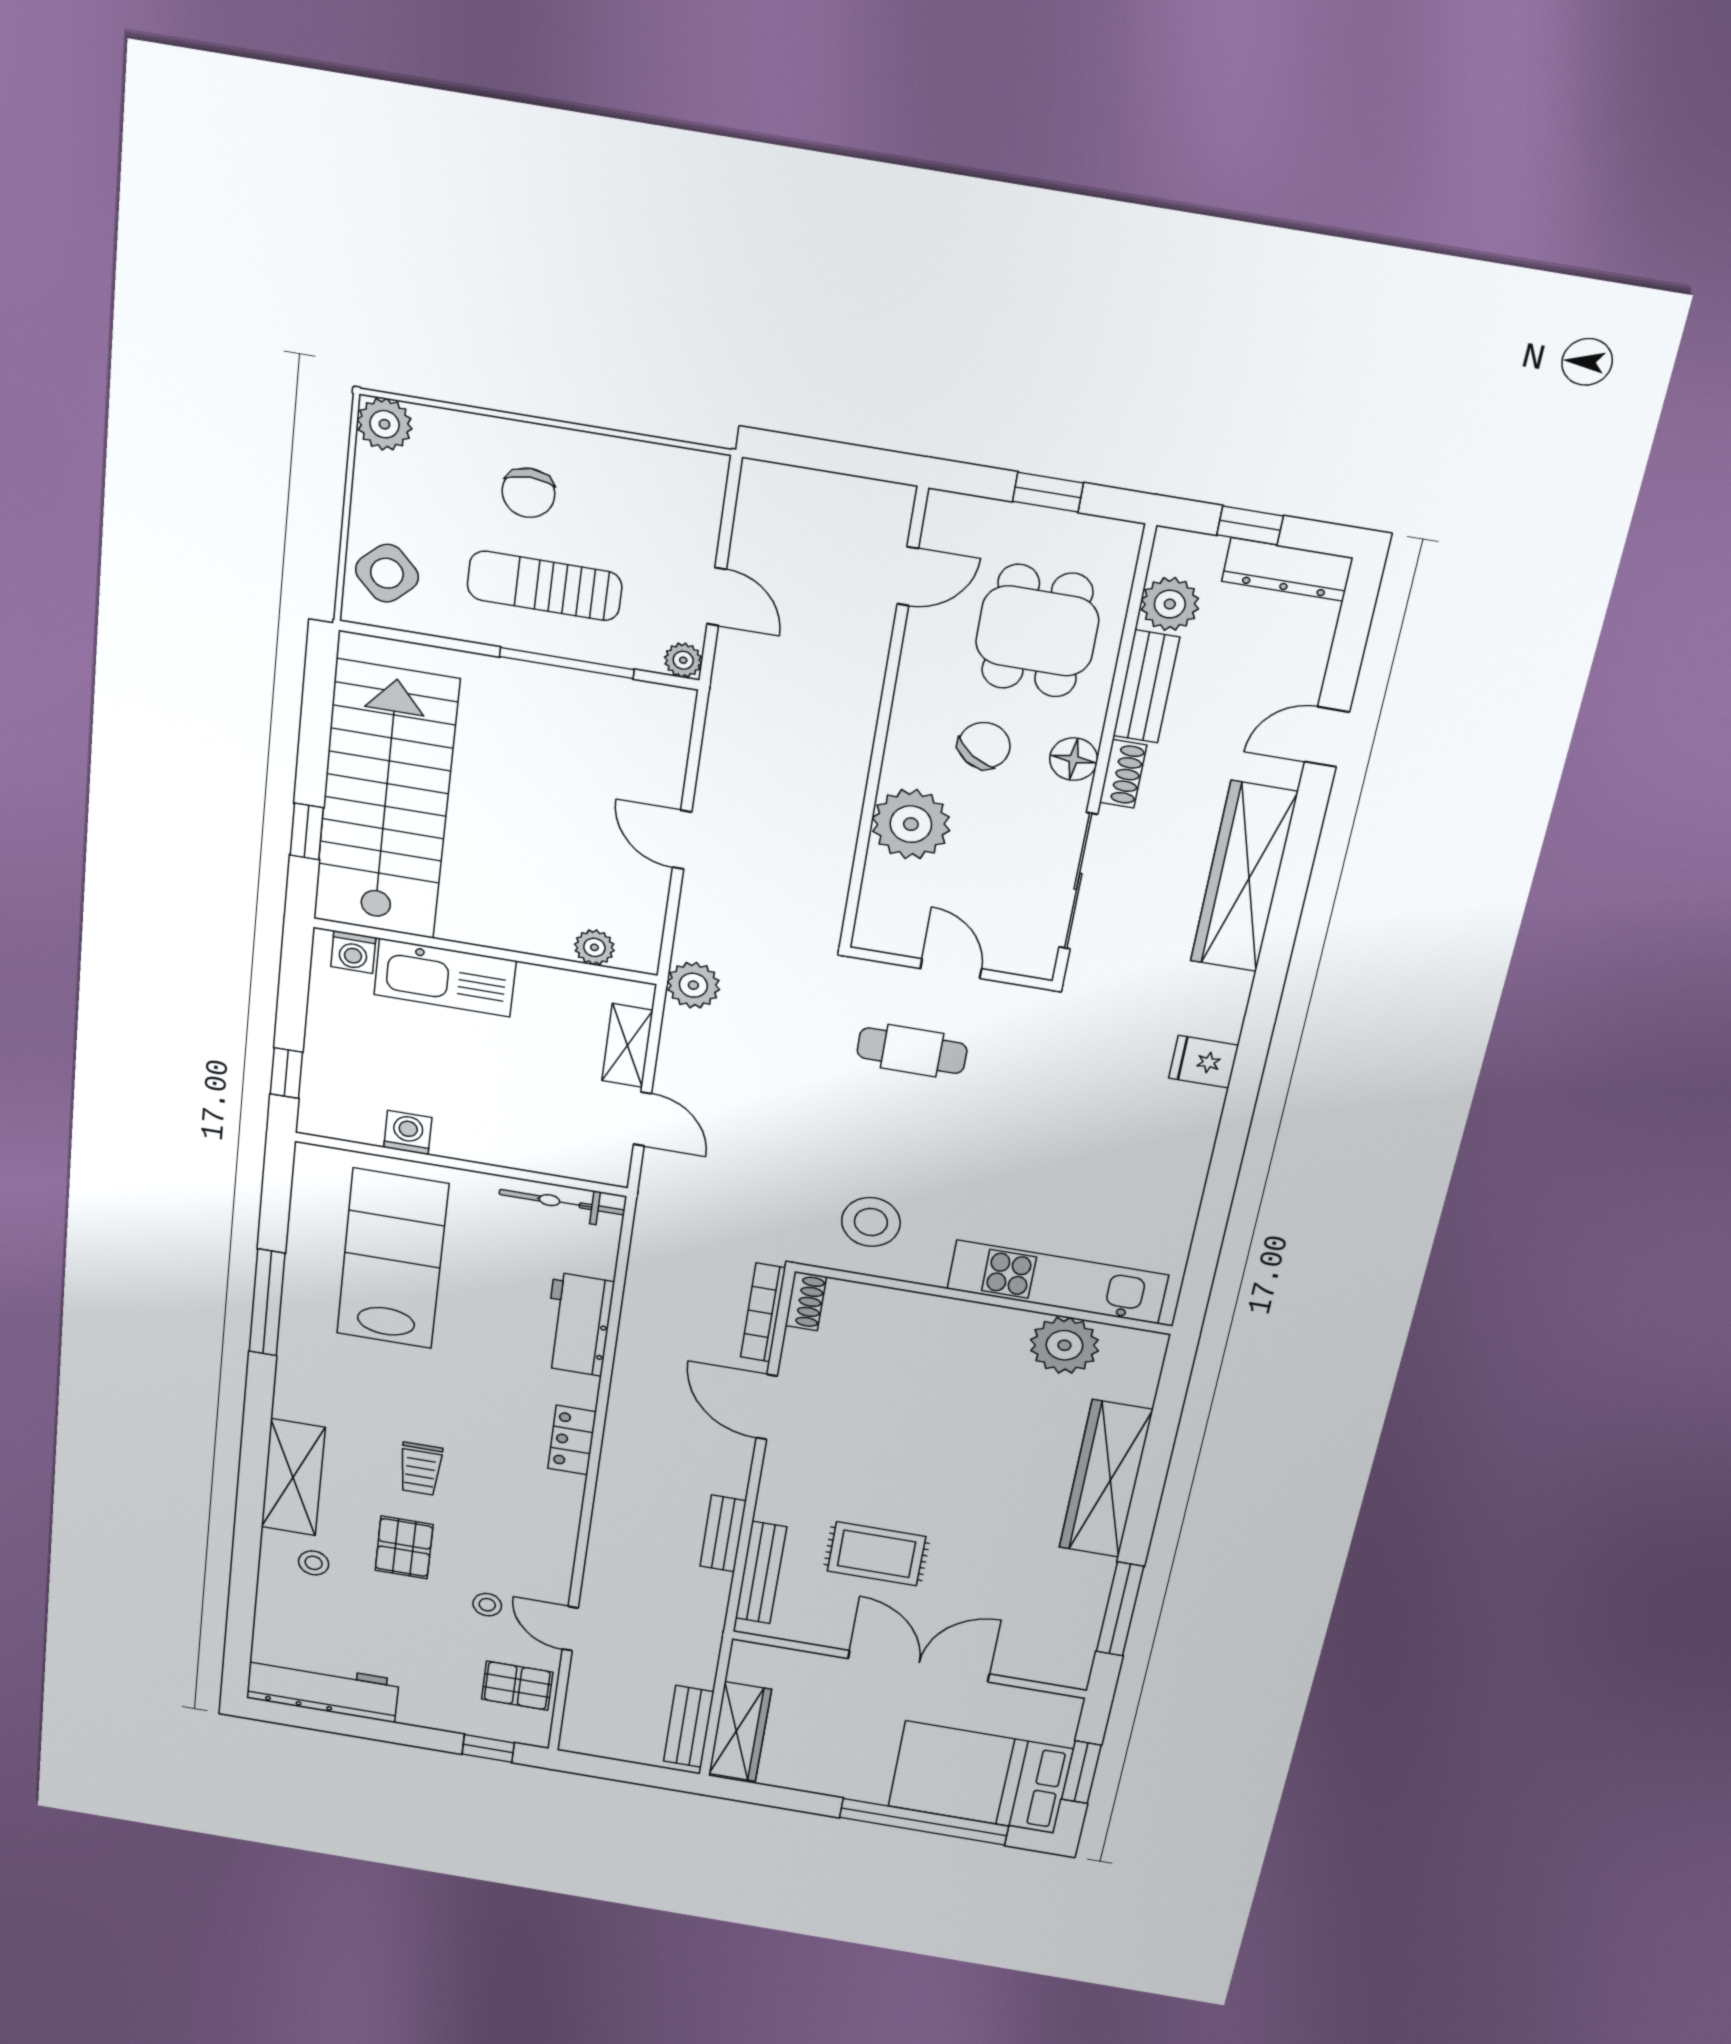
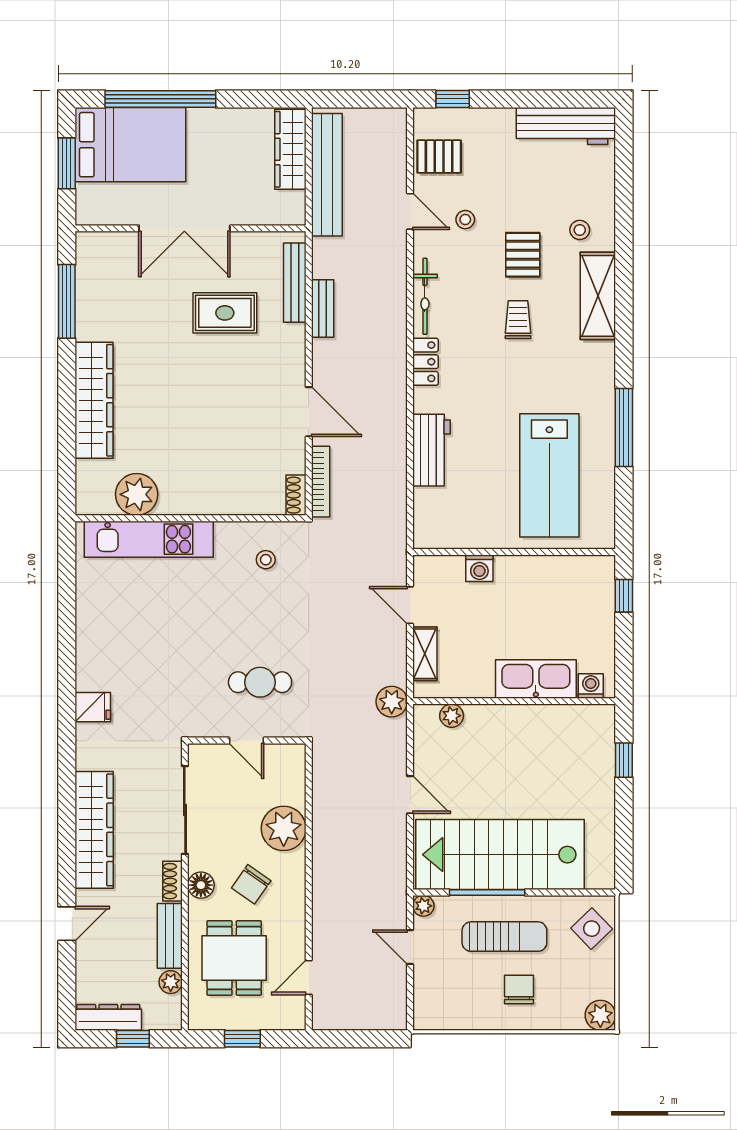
plant: (1170, 604) -> (171, 982), width x0.73, depth x0.73
stairs: (386, 801) -> (500, 855), moved, turned 90
washing machine: (408, 1133) -> (479, 568), moved
bicycle: (562, 1202) -> (425, 296), moved, turned 90
stool: (871, 1222) -> (266, 560), width x0.53, depth x0.53
bench: (689, 1727) -> (327, 175), width x1.86, depth x1.21

